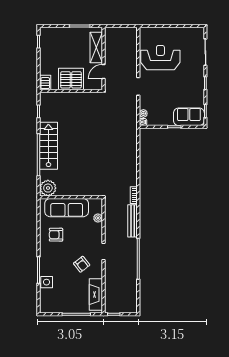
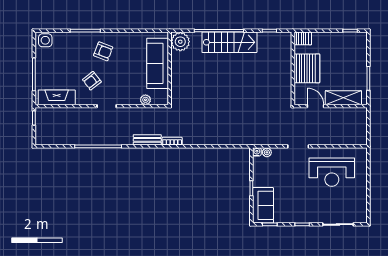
reception desk: (160, 58) -> (332, 172), turned 90
bench: (133, 221) -> (147, 140), width x0.73
armchair: (56, 235) -> (103, 51), moved, turned 111
side table: (47, 282) -> (45, 40), moved

